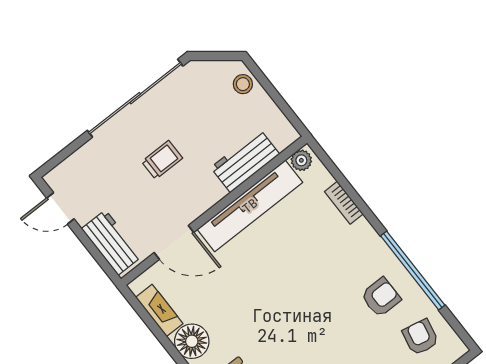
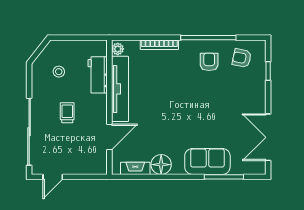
stool: (243, 84) -> (59, 72), moved
sliding door: (135, 98) -> (29, 132), moved
bookcase: (344, 203) -> (159, 45), width x1.56
workbench: (112, 242) -> (87, 166), removed

